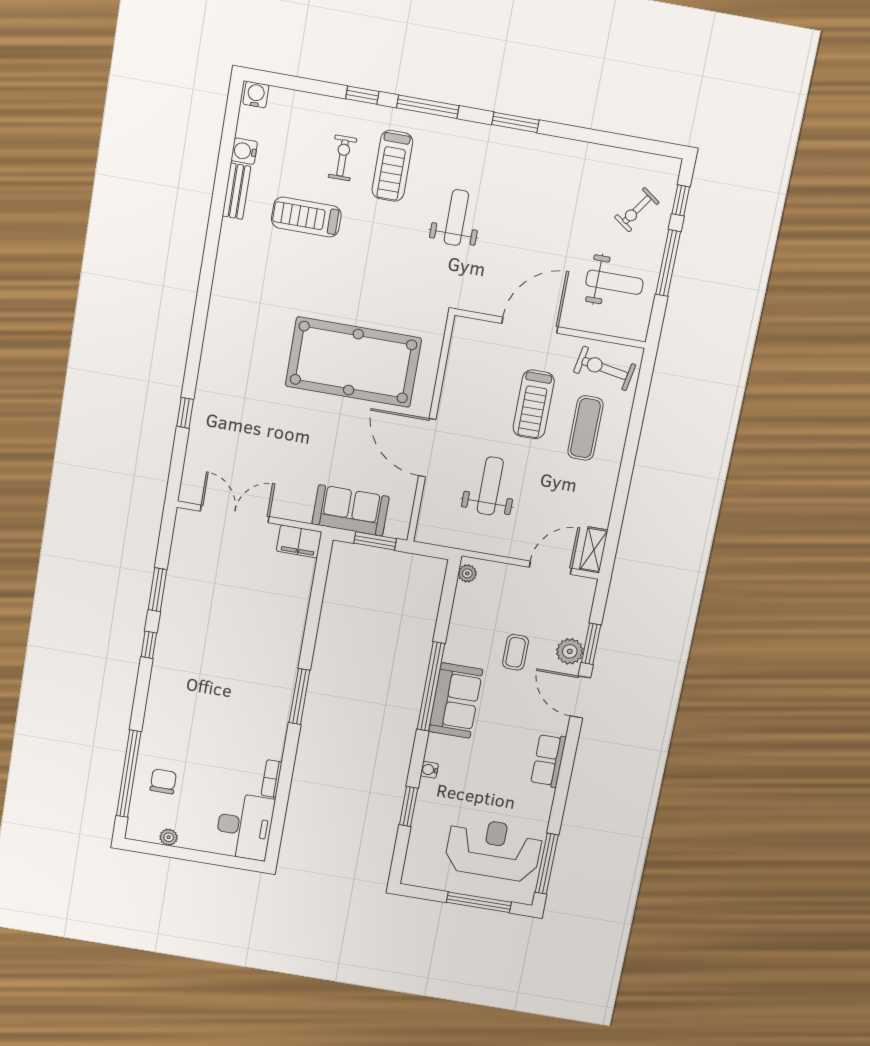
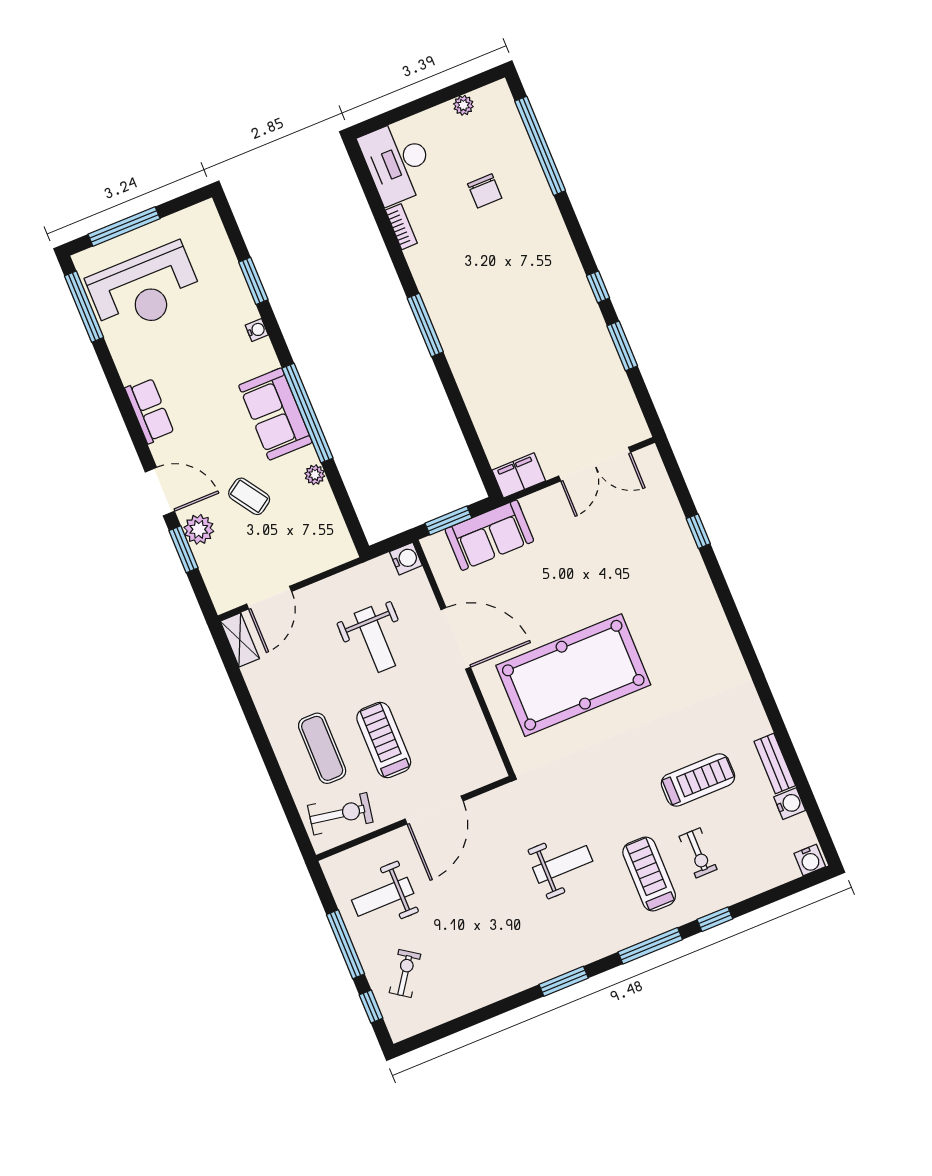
weight bench: (456, 218) -> (563, 864), turned -90
water cooler: (426, 532) -> (406, 559), added
plant: (467, 573) -> (315, 475), moved
coffee table: (516, 652) -> (249, 496), turned -34
chair: (163, 781) -> (485, 191), moved

